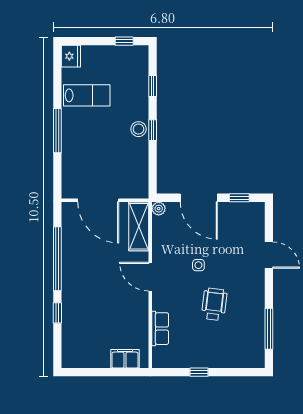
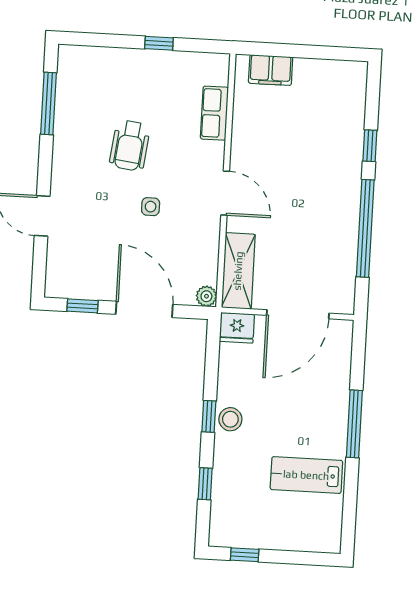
fridge: (71, 56) -> (237, 328), moved, turned -90
door: (98, 200) -> (298, 314), swing flipped

